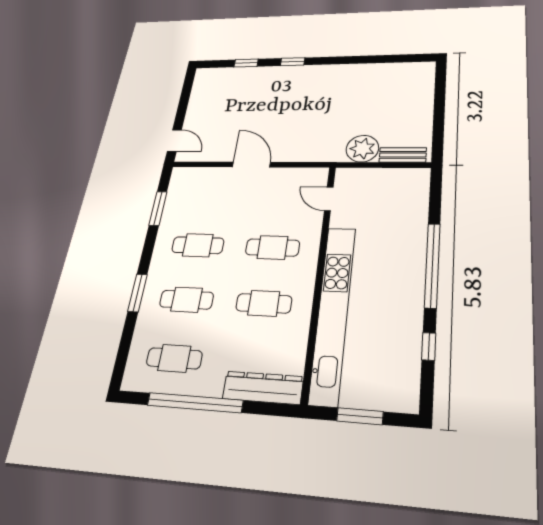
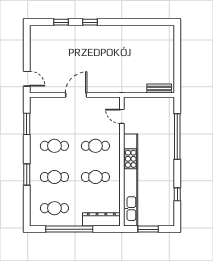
plant: (362, 149) -> (137, 84), removed
door: (251, 165) -> (76, 95), hinge flipped
window: (432, 265) -> (177, 136), moved

